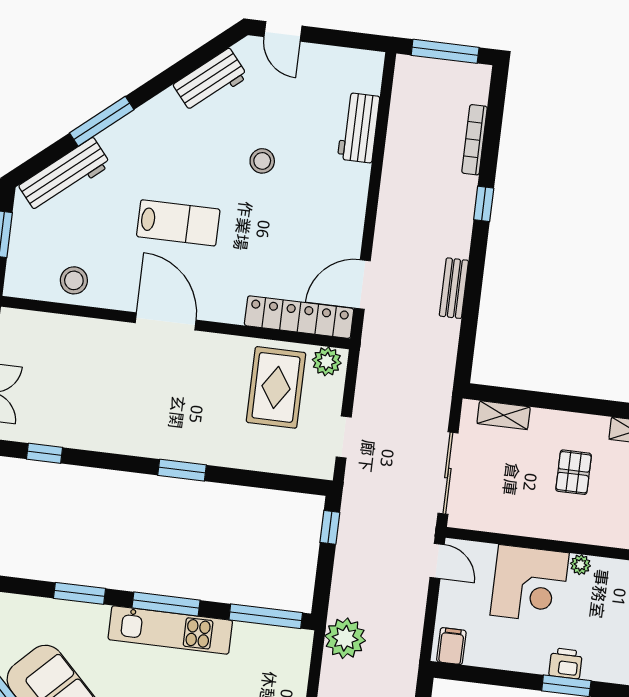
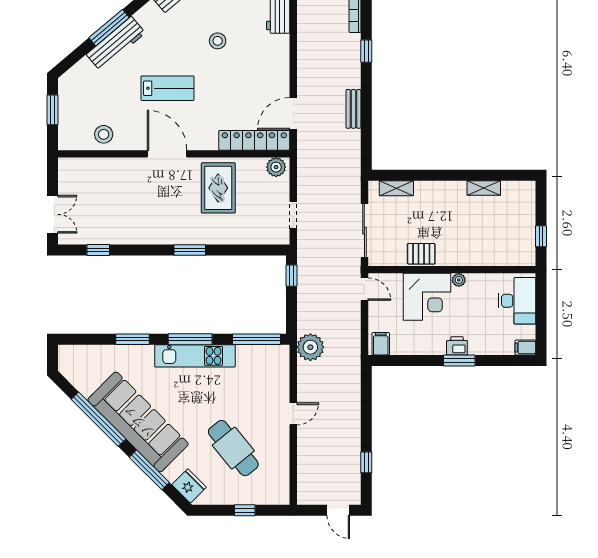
workbench: (65, 175) -> (116, 44), moved
rug: (276, 387) -> (218, 188), moved
pallet: (574, 472) -> (421, 254), moved, turned 90

